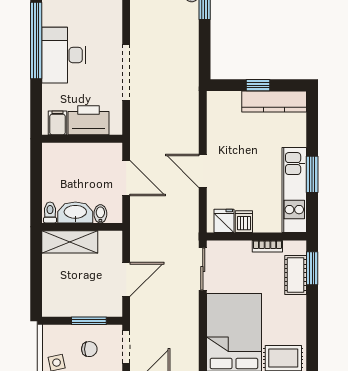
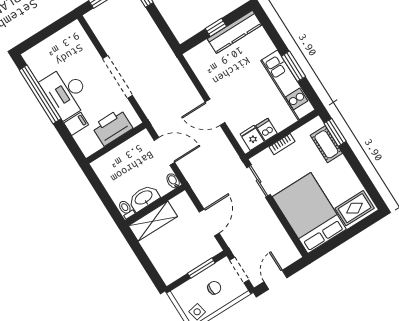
filing cabinet: (57, 123) -> (76, 124), moved, turned 90
bidet: (100, 214) -> (173, 181), moved
bookcase: (267, 246) -> (282, 144), moved

